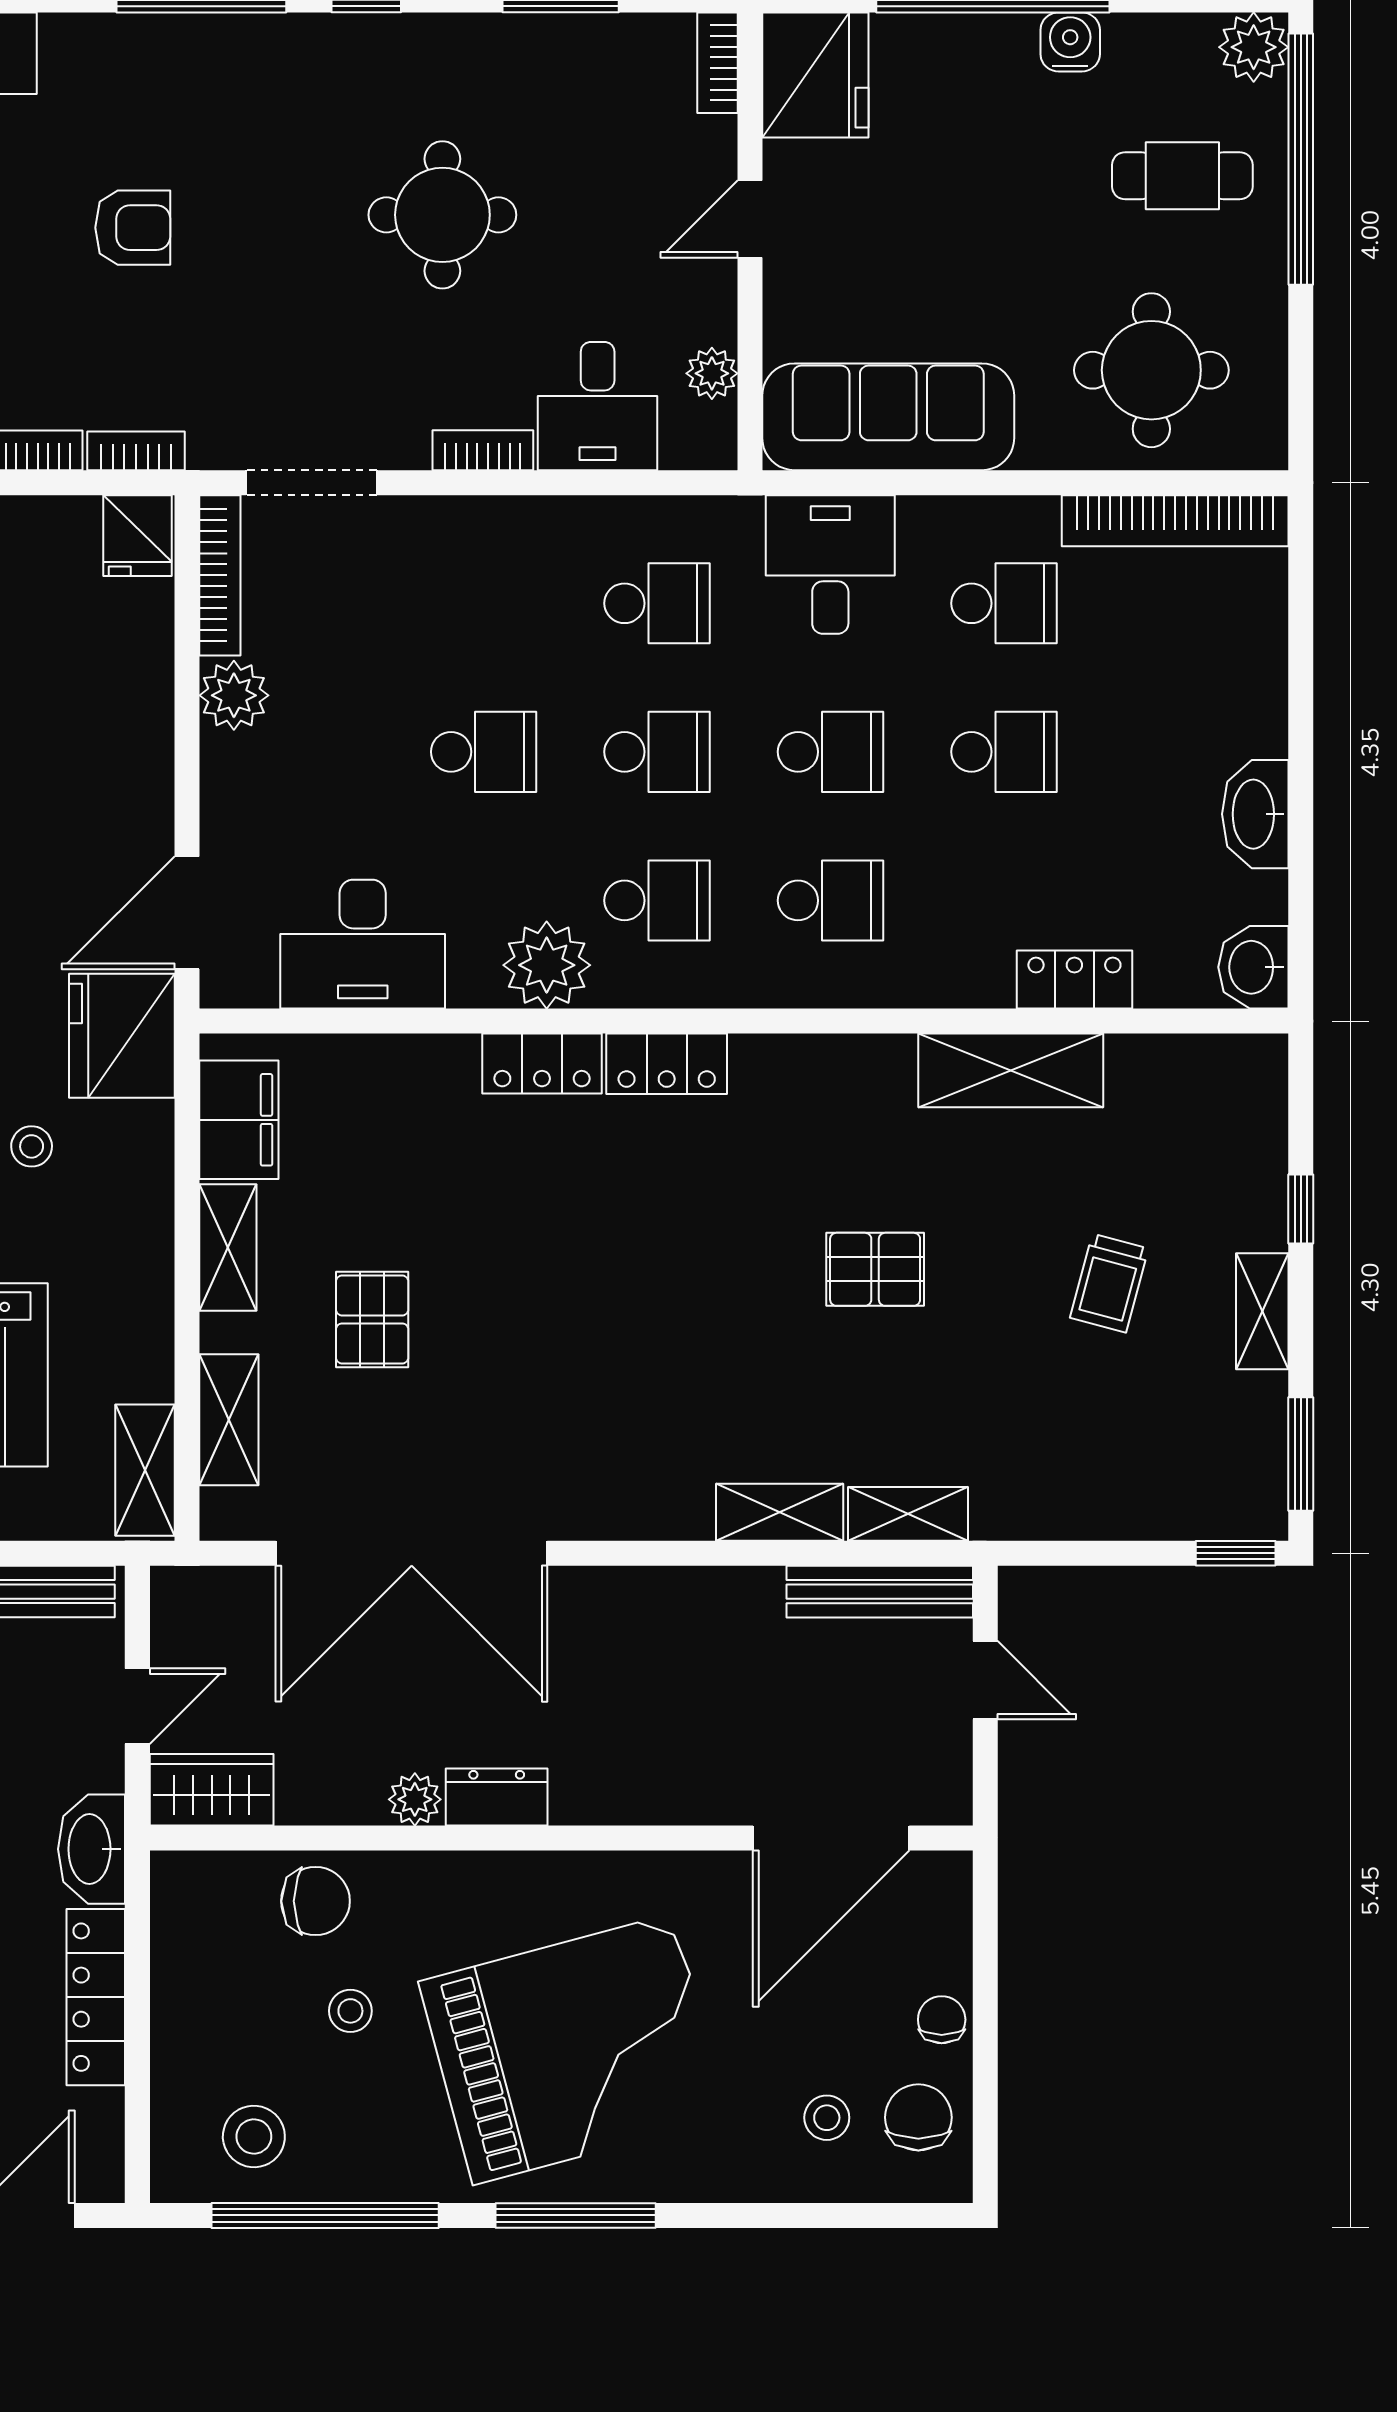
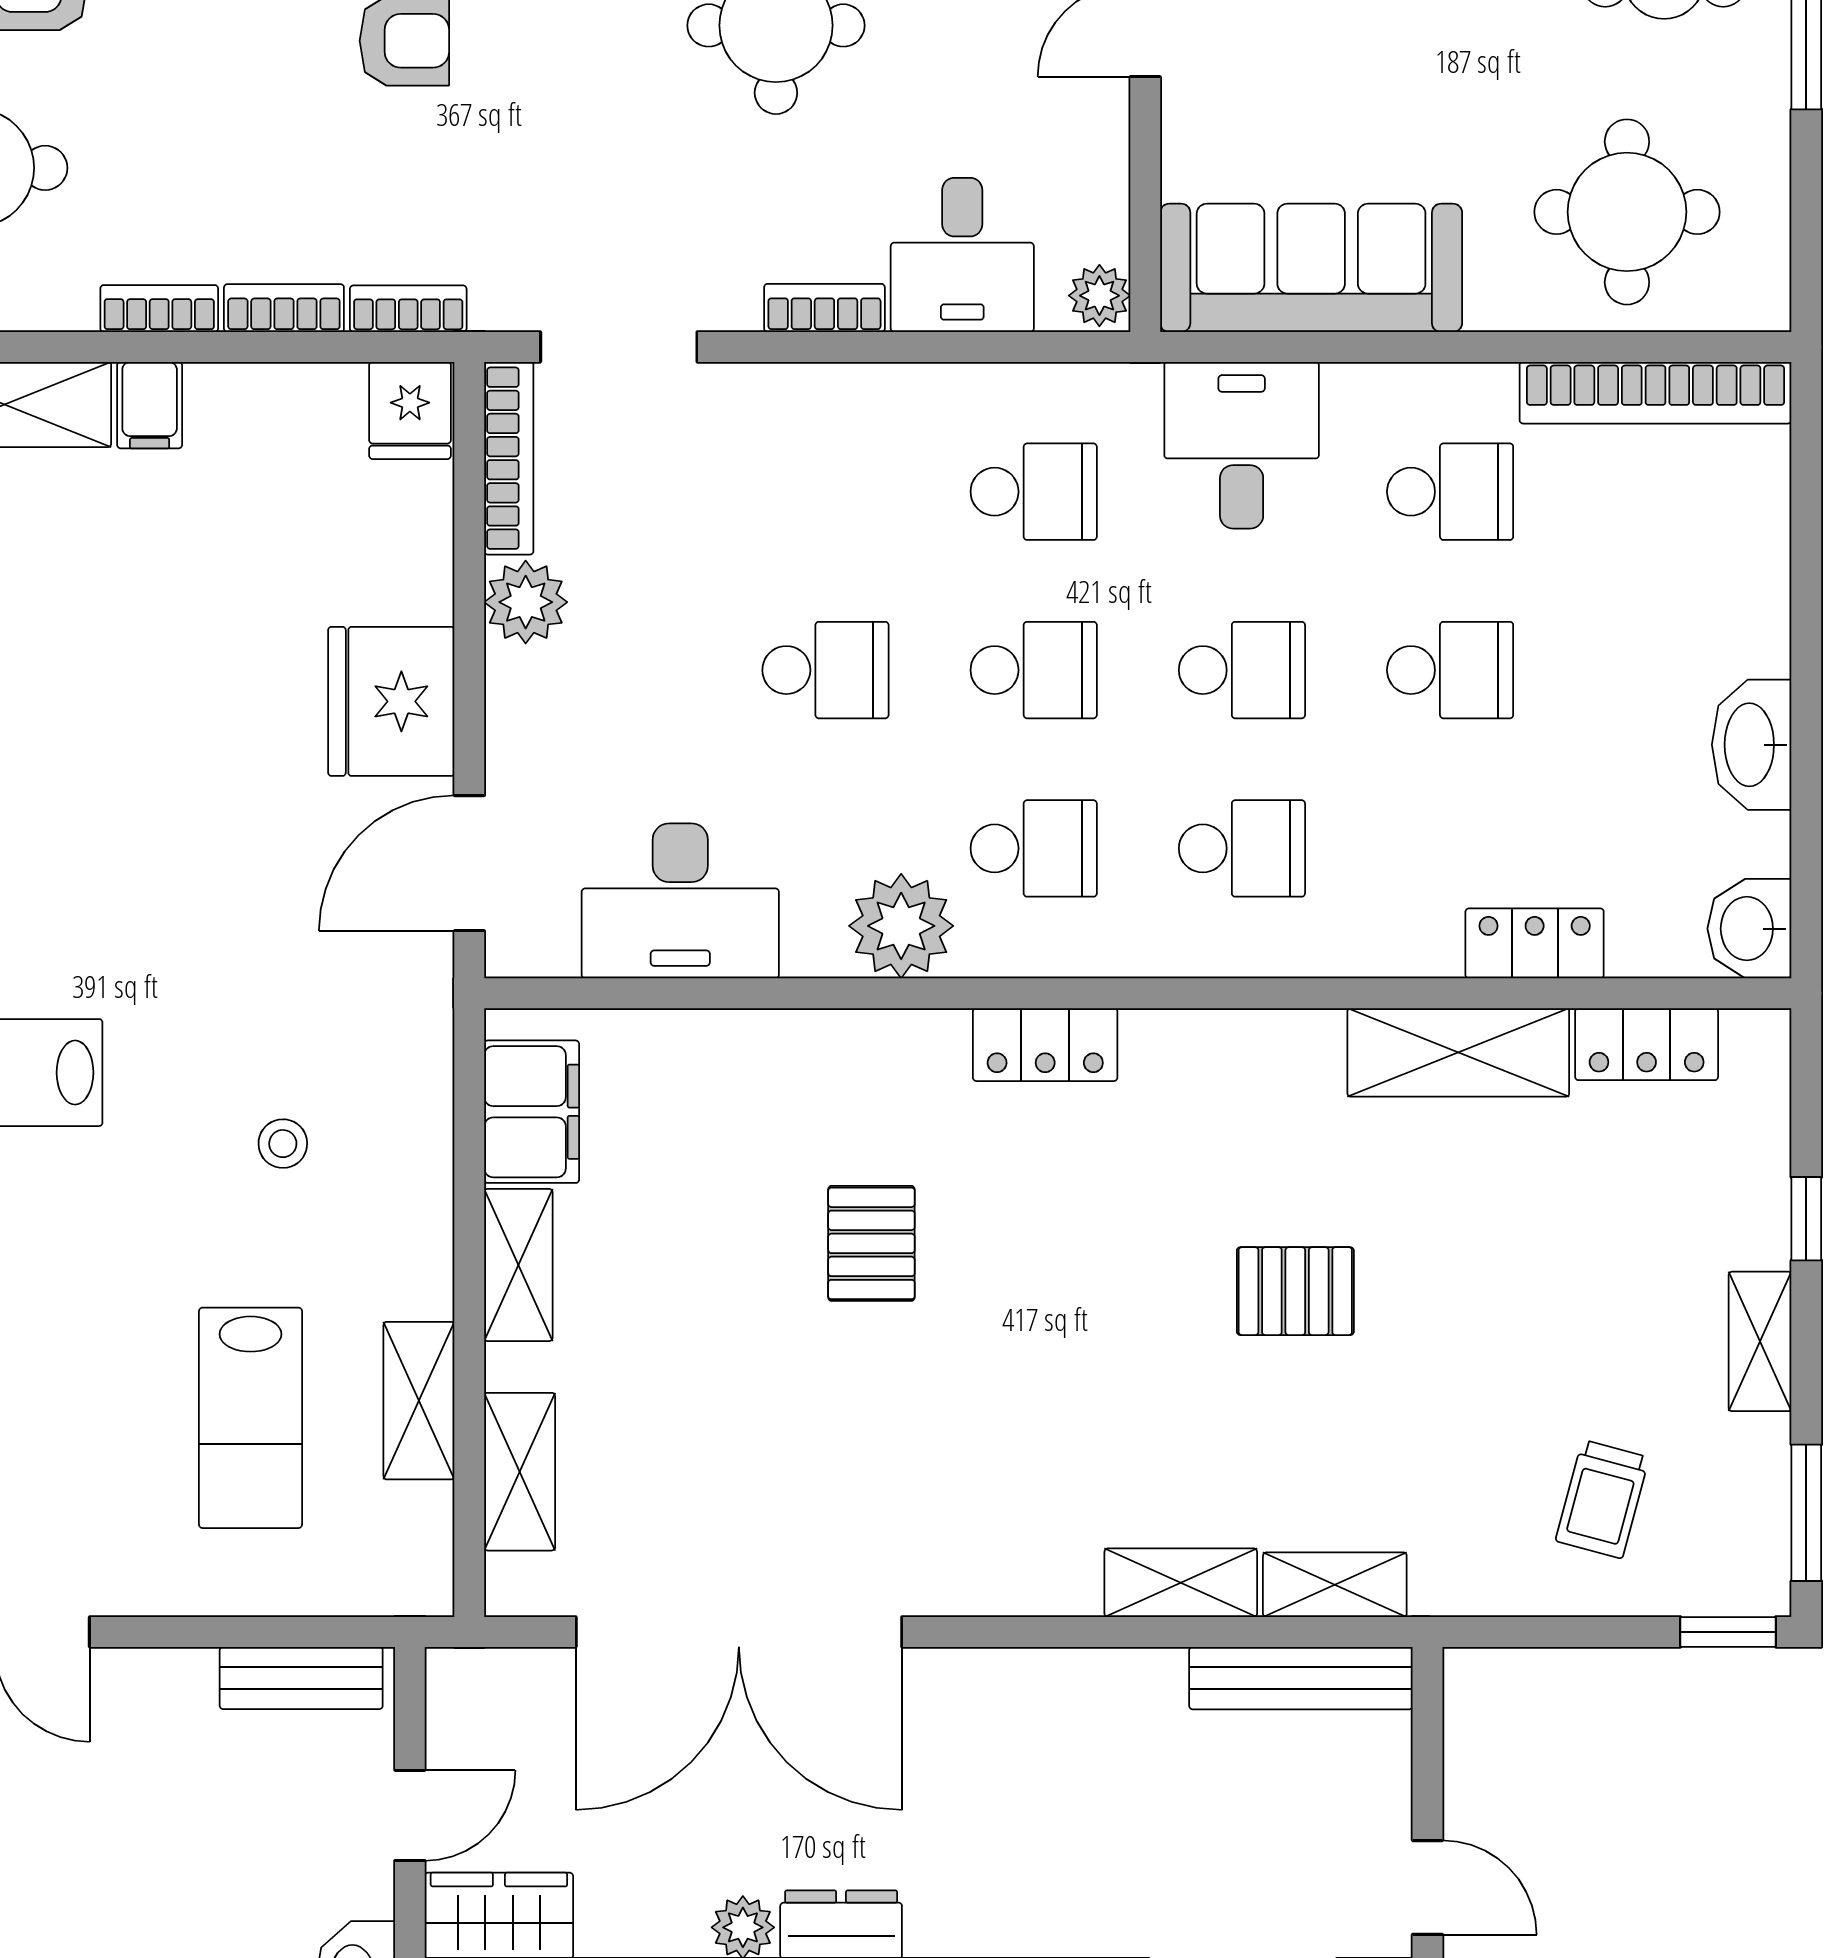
plant: (712, 373) -> (1099, 296), moved
fridge: (122, 1036) -> (391, 701), moved
locker: (542, 1064) -> (1647, 1044), moved
trolley: (1109, 1283) -> (1602, 1499), moved
pallet: (372, 1319) -> (871, 1243), moved
shelving: (145, 1470) -> (419, 1401), moved
door: (985, 1680) -> (1427, 1887), moved

